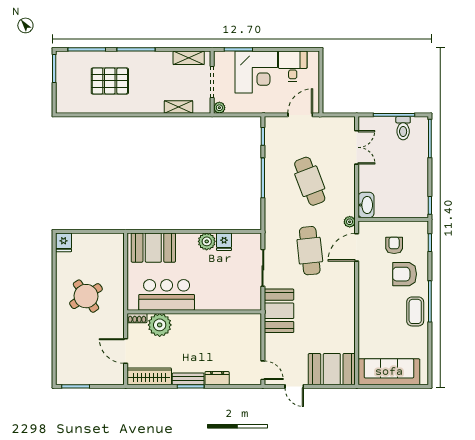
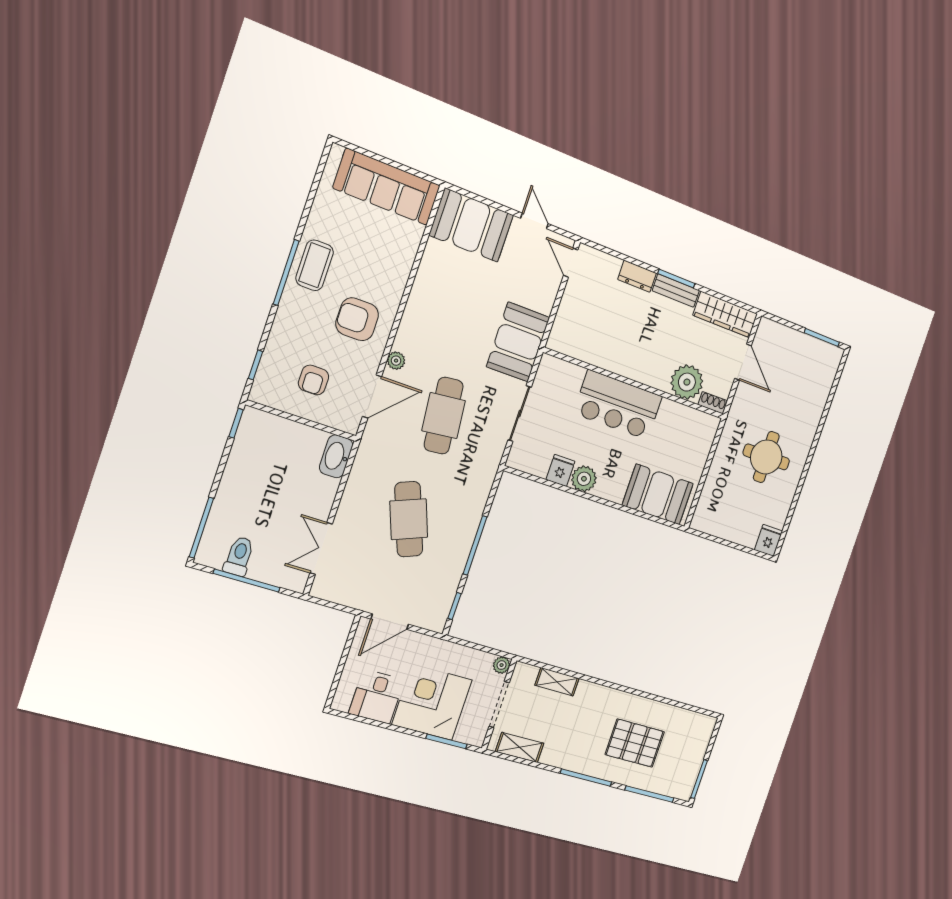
plant: (350, 222) -> (396, 361), moved
armchair: (405, 274) -> (357, 319), moved, turned 180
bar counter: (167, 295) -> (618, 405), moved
round table: (86, 296) -> (766, 457), turned 34

